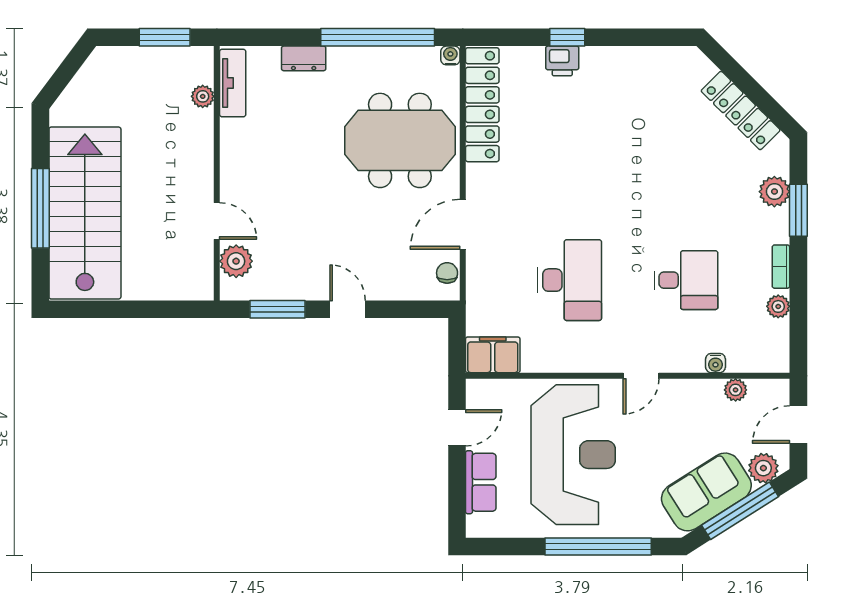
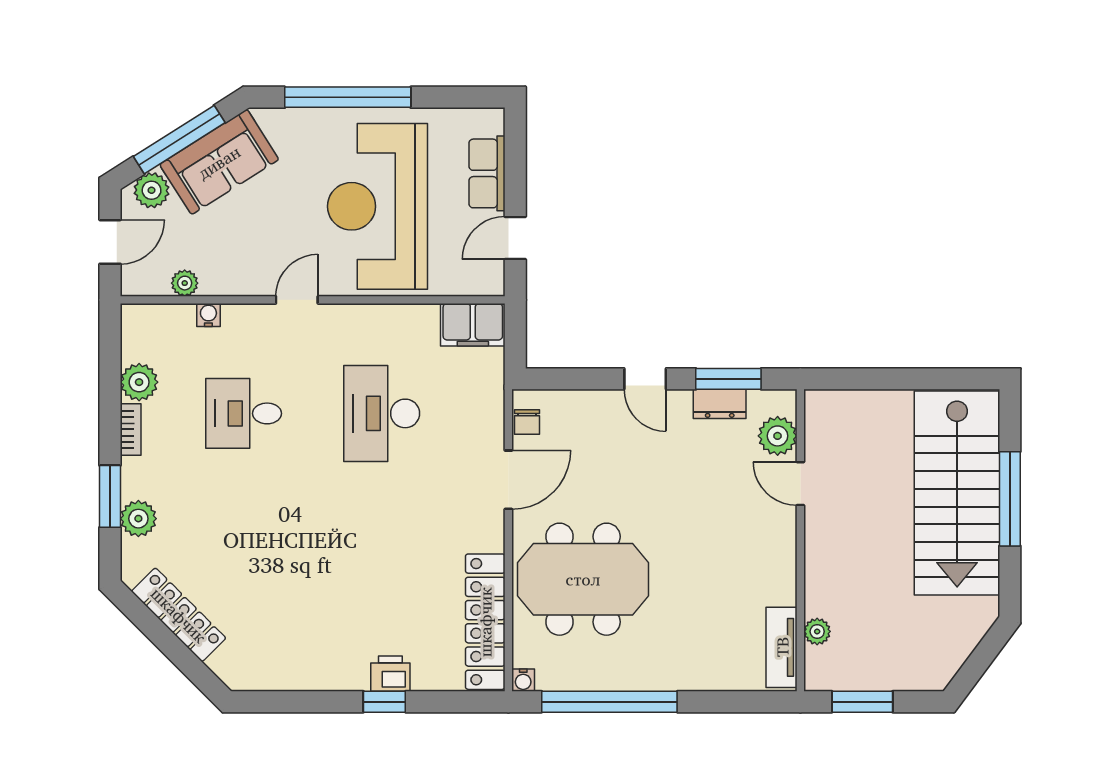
dresser: (304, 58) -> (720, 404), moved, turned 180
plant: (778, 306) -> (139, 382), width x1.38, depth x1.38

